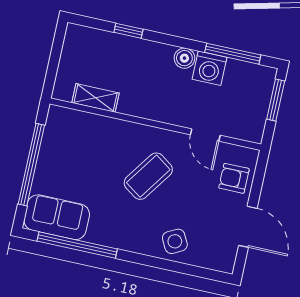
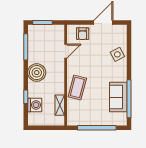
boiler: (184, 58) -> (37, 73), width x1.86, depth x1.86
washing machine: (210, 68) -> (35, 105), moved
coffee table: (148, 176) -> (77, 87), moved, turned 70
sofa: (57, 217) -> (118, 97), moved

